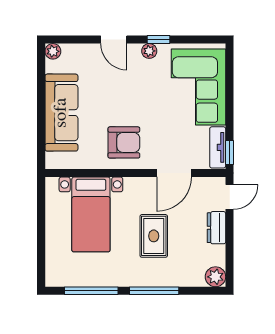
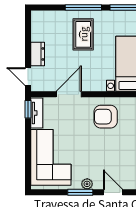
window: (158, 40) -> (80, 192), width x1.50
door: (230, 197) -> (28, 77), hinge flipped
rug: (154, 236) -> (83, 34), moved
plant: (215, 277) -> (38, 18), removed

